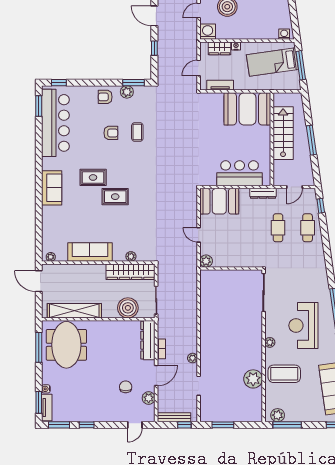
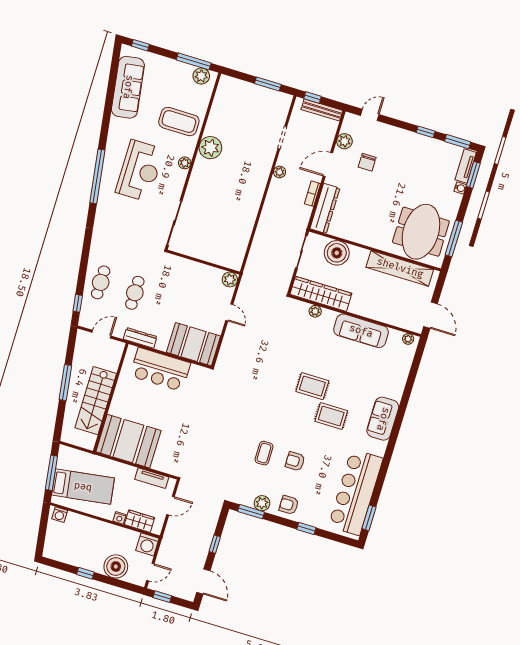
window: (59, 83) -> (306, 528), moved
armchair: (105, 97) -> (289, 505), turned 180
plant: (253, 379) -> (210, 148), moved

